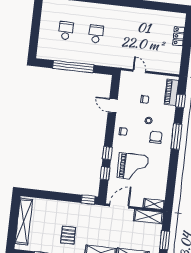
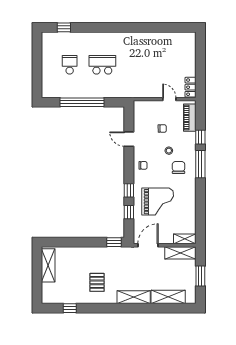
school desk: (96, 34) -> (102, 65), width x1.85
locker: (179, 36) -> (191, 87), moved
door: (139, 71) -> (169, 99), moved
window: (180, 101) -> (200, 137), moved
shelving: (24, 221) -> (48, 265), width x0.68

